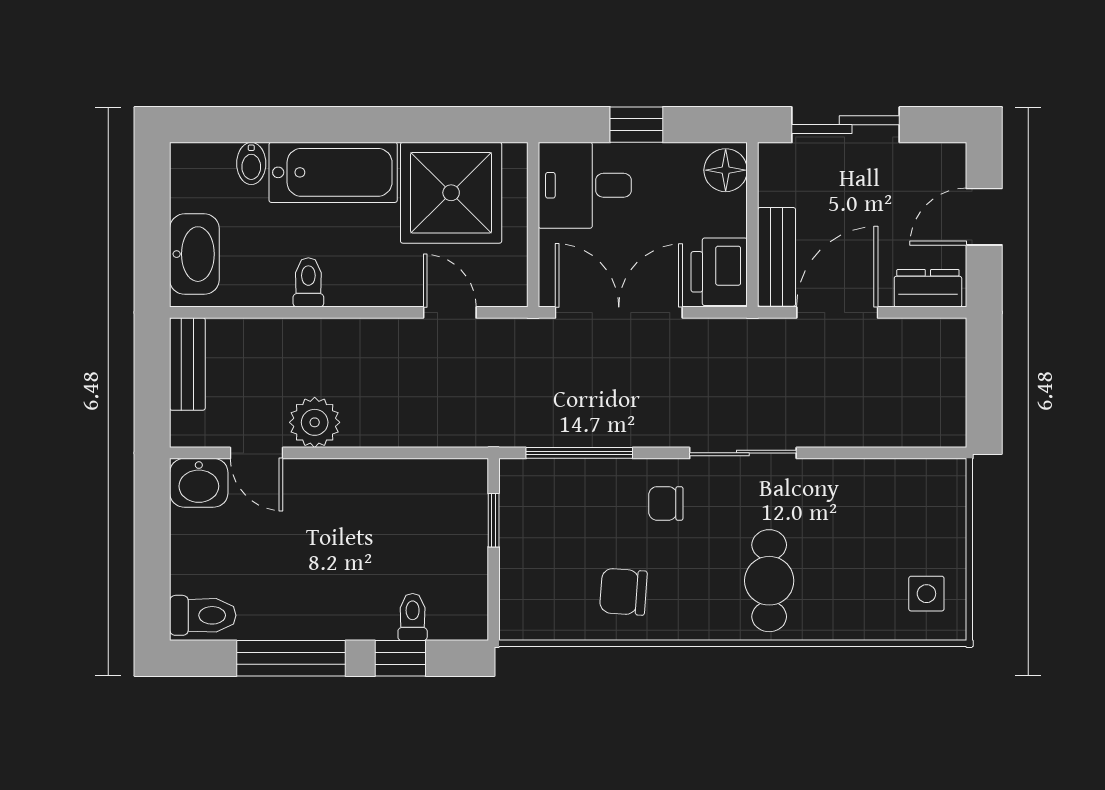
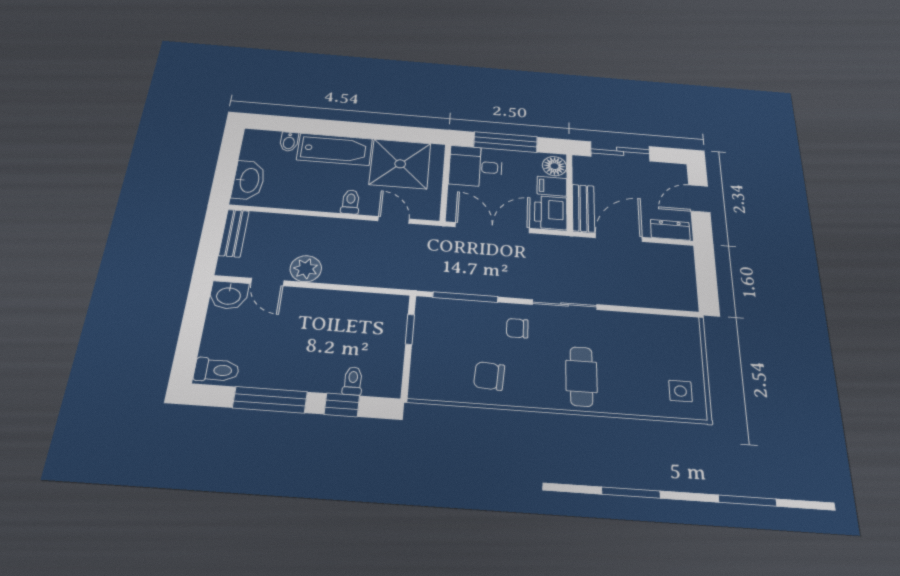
window: (636, 125) -> (506, 142), width x2.17
filing cabinet: (721, 215) -> (552, 186), added
toilet: (308, 282) -> (351, 202), moved

